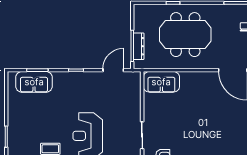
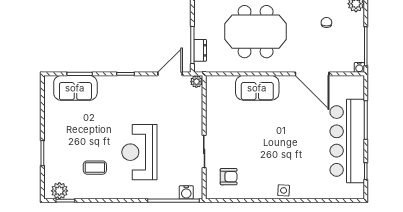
dresser: (139, 46) -> (200, 50), width x0.70
plant: (136, 77) -> (196, 82), added
sofa: (161, 82) -> (257, 88), moved

